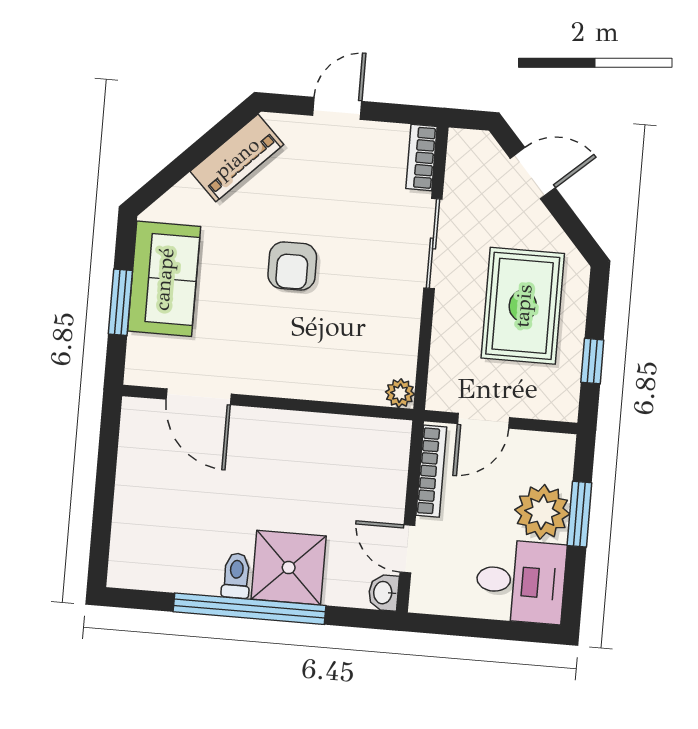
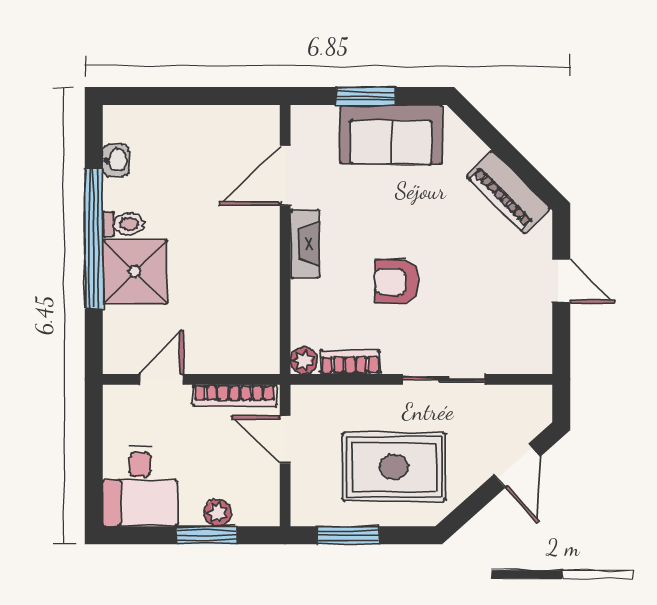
bookcase: (421, 158) -> (350, 362), moved
armchair: (292, 266) -> (396, 282), moved
window: (592, 361) -> (348, 535), width x1.50
fireplace: (274, 381) -> (305, 244), added
plant: (542, 512) -> (218, 513), width x0.53, depth x0.53
washbasin: (384, 593) -> (116, 160), moved, turned 90

